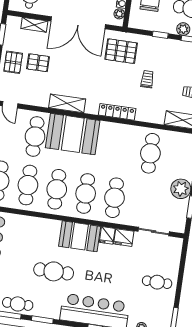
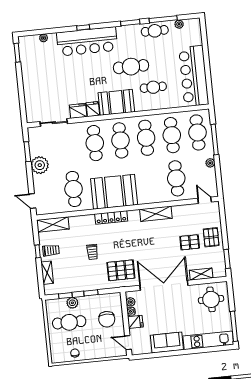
booth: (73, 134) -> (114, 192), moved
cafe table: (157, 282) -> (153, 87), moved

